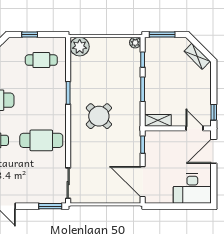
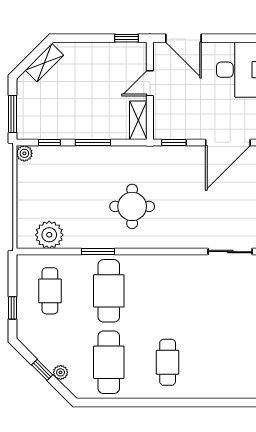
plant: (80, 47) -> (49, 235), moved
round table: (99, 116) -> (132, 206), turned 45
door: (195, 128) -> (150, 83), moved
cafe table: (41, 140) -> (109, 291), moved

